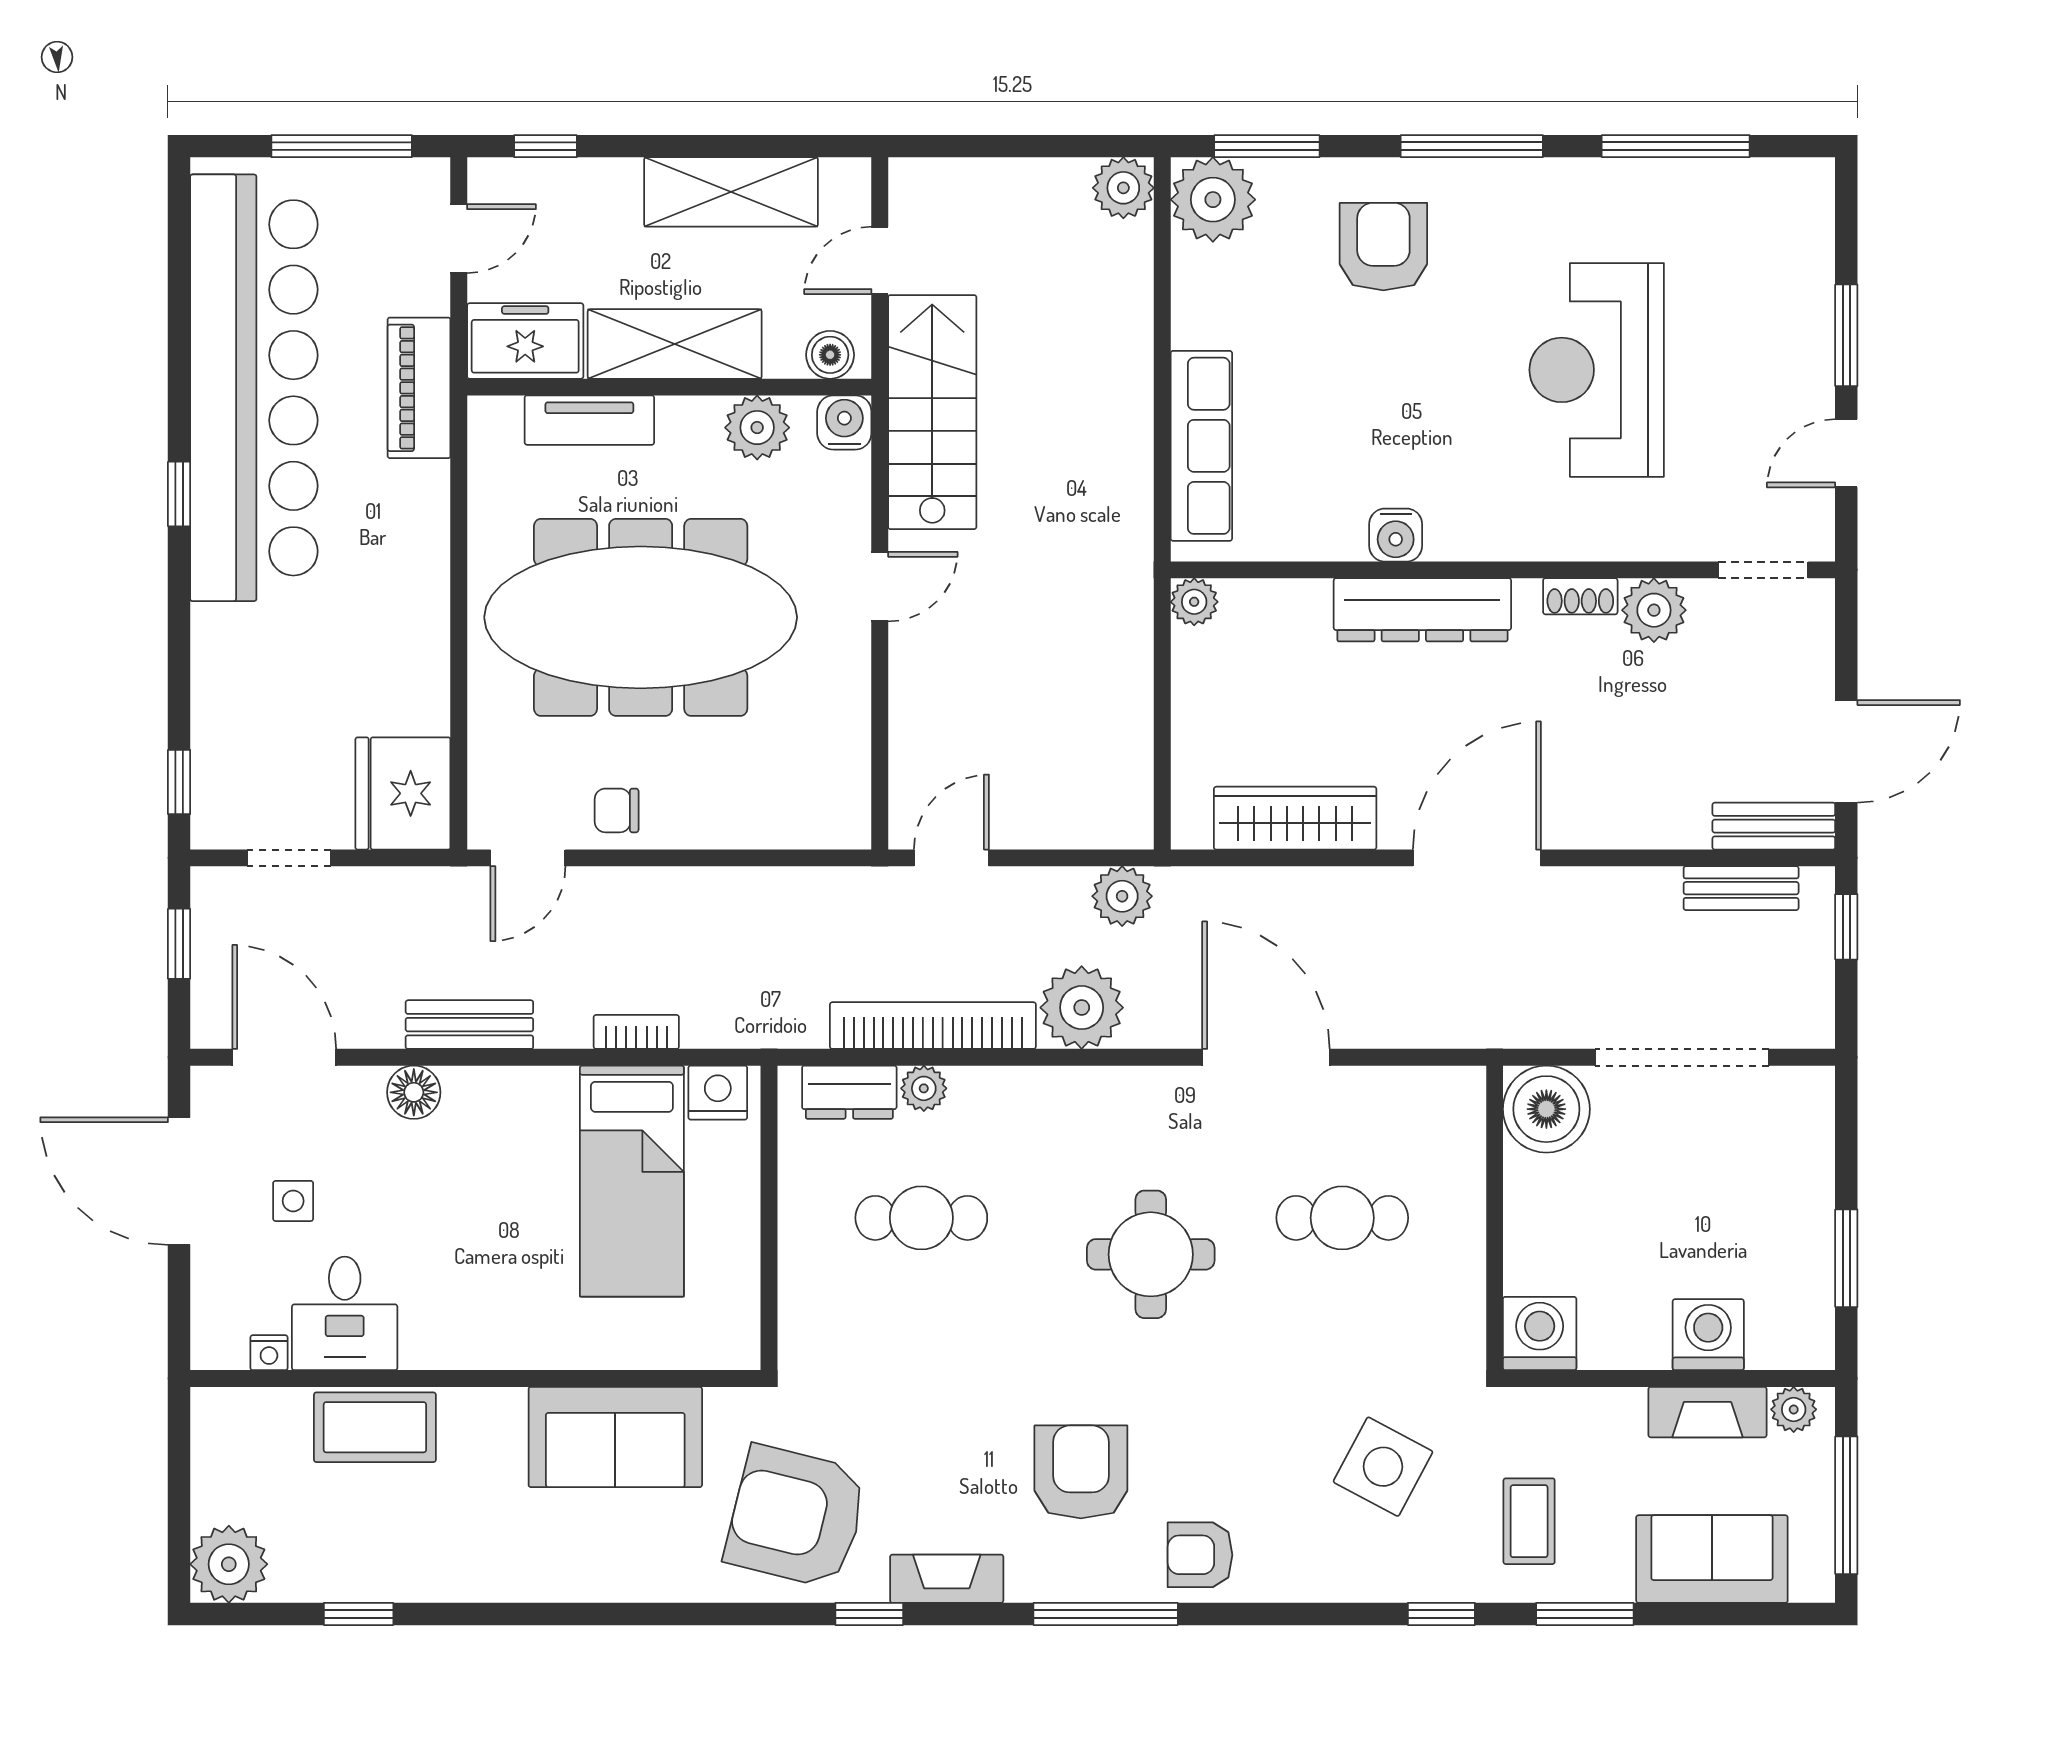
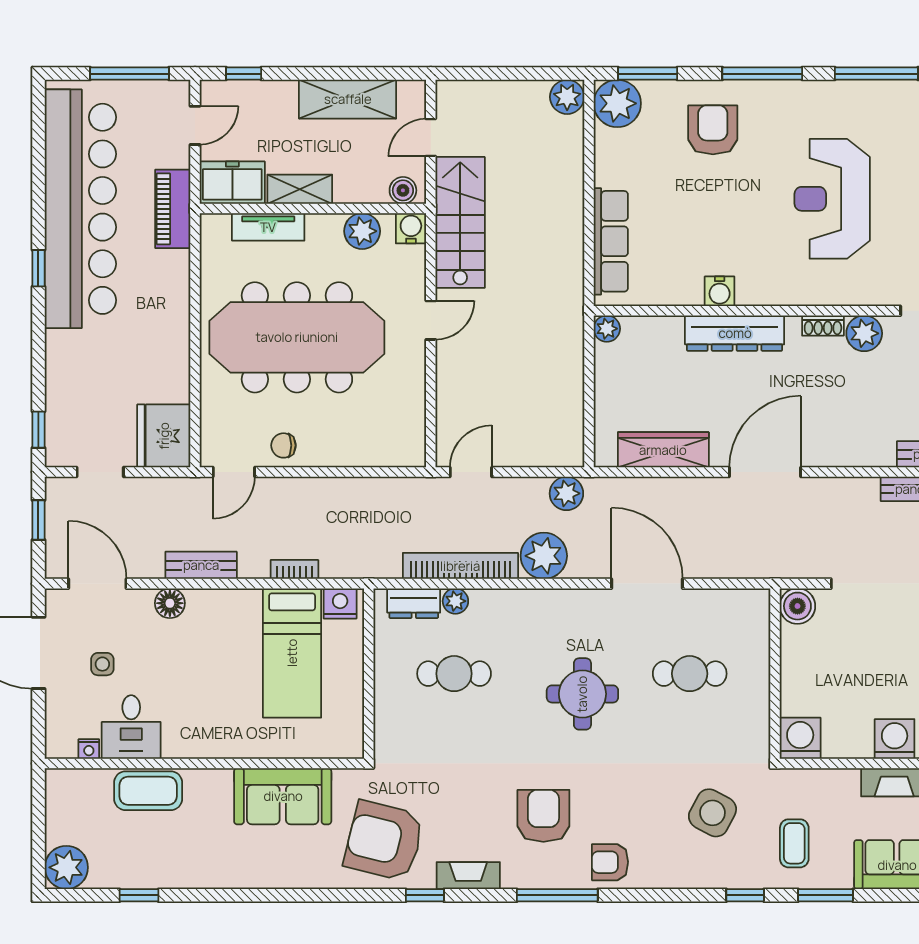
shelving: (675, 344) -> (300, 189), width x0.67, depth x0.75
boiler: (1546, 1109) -> (797, 606), width x0.73, depth x0.73

